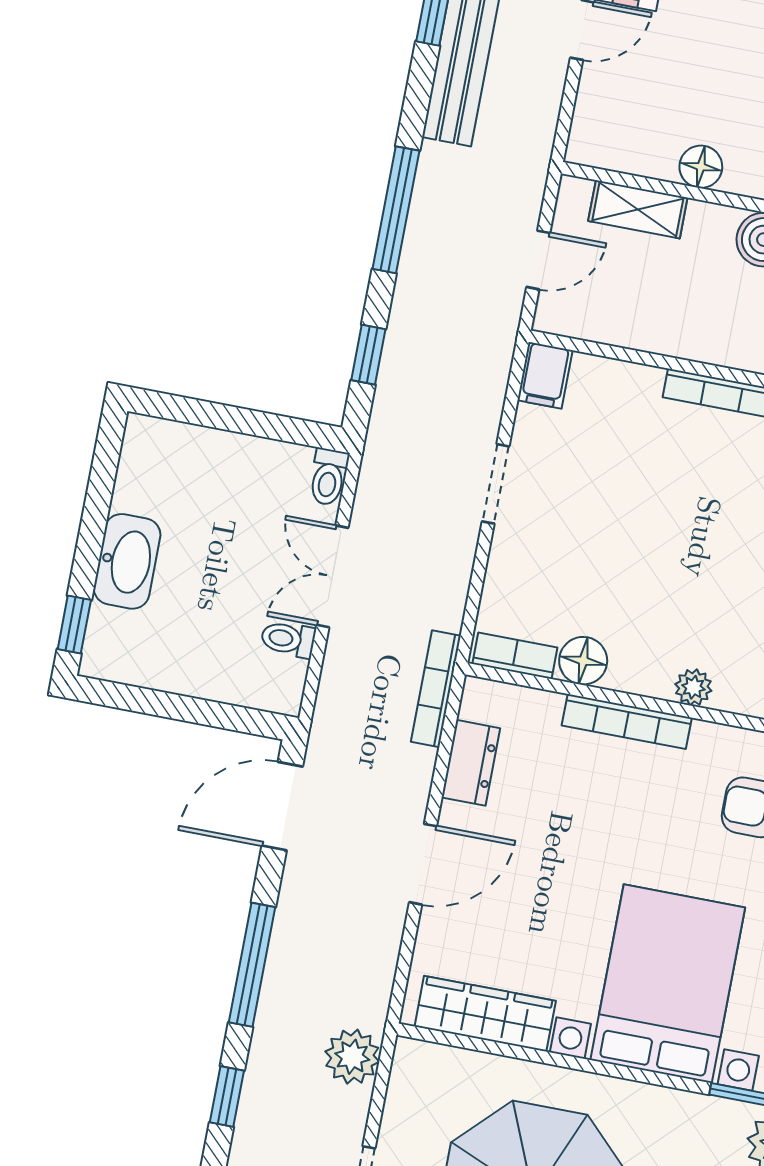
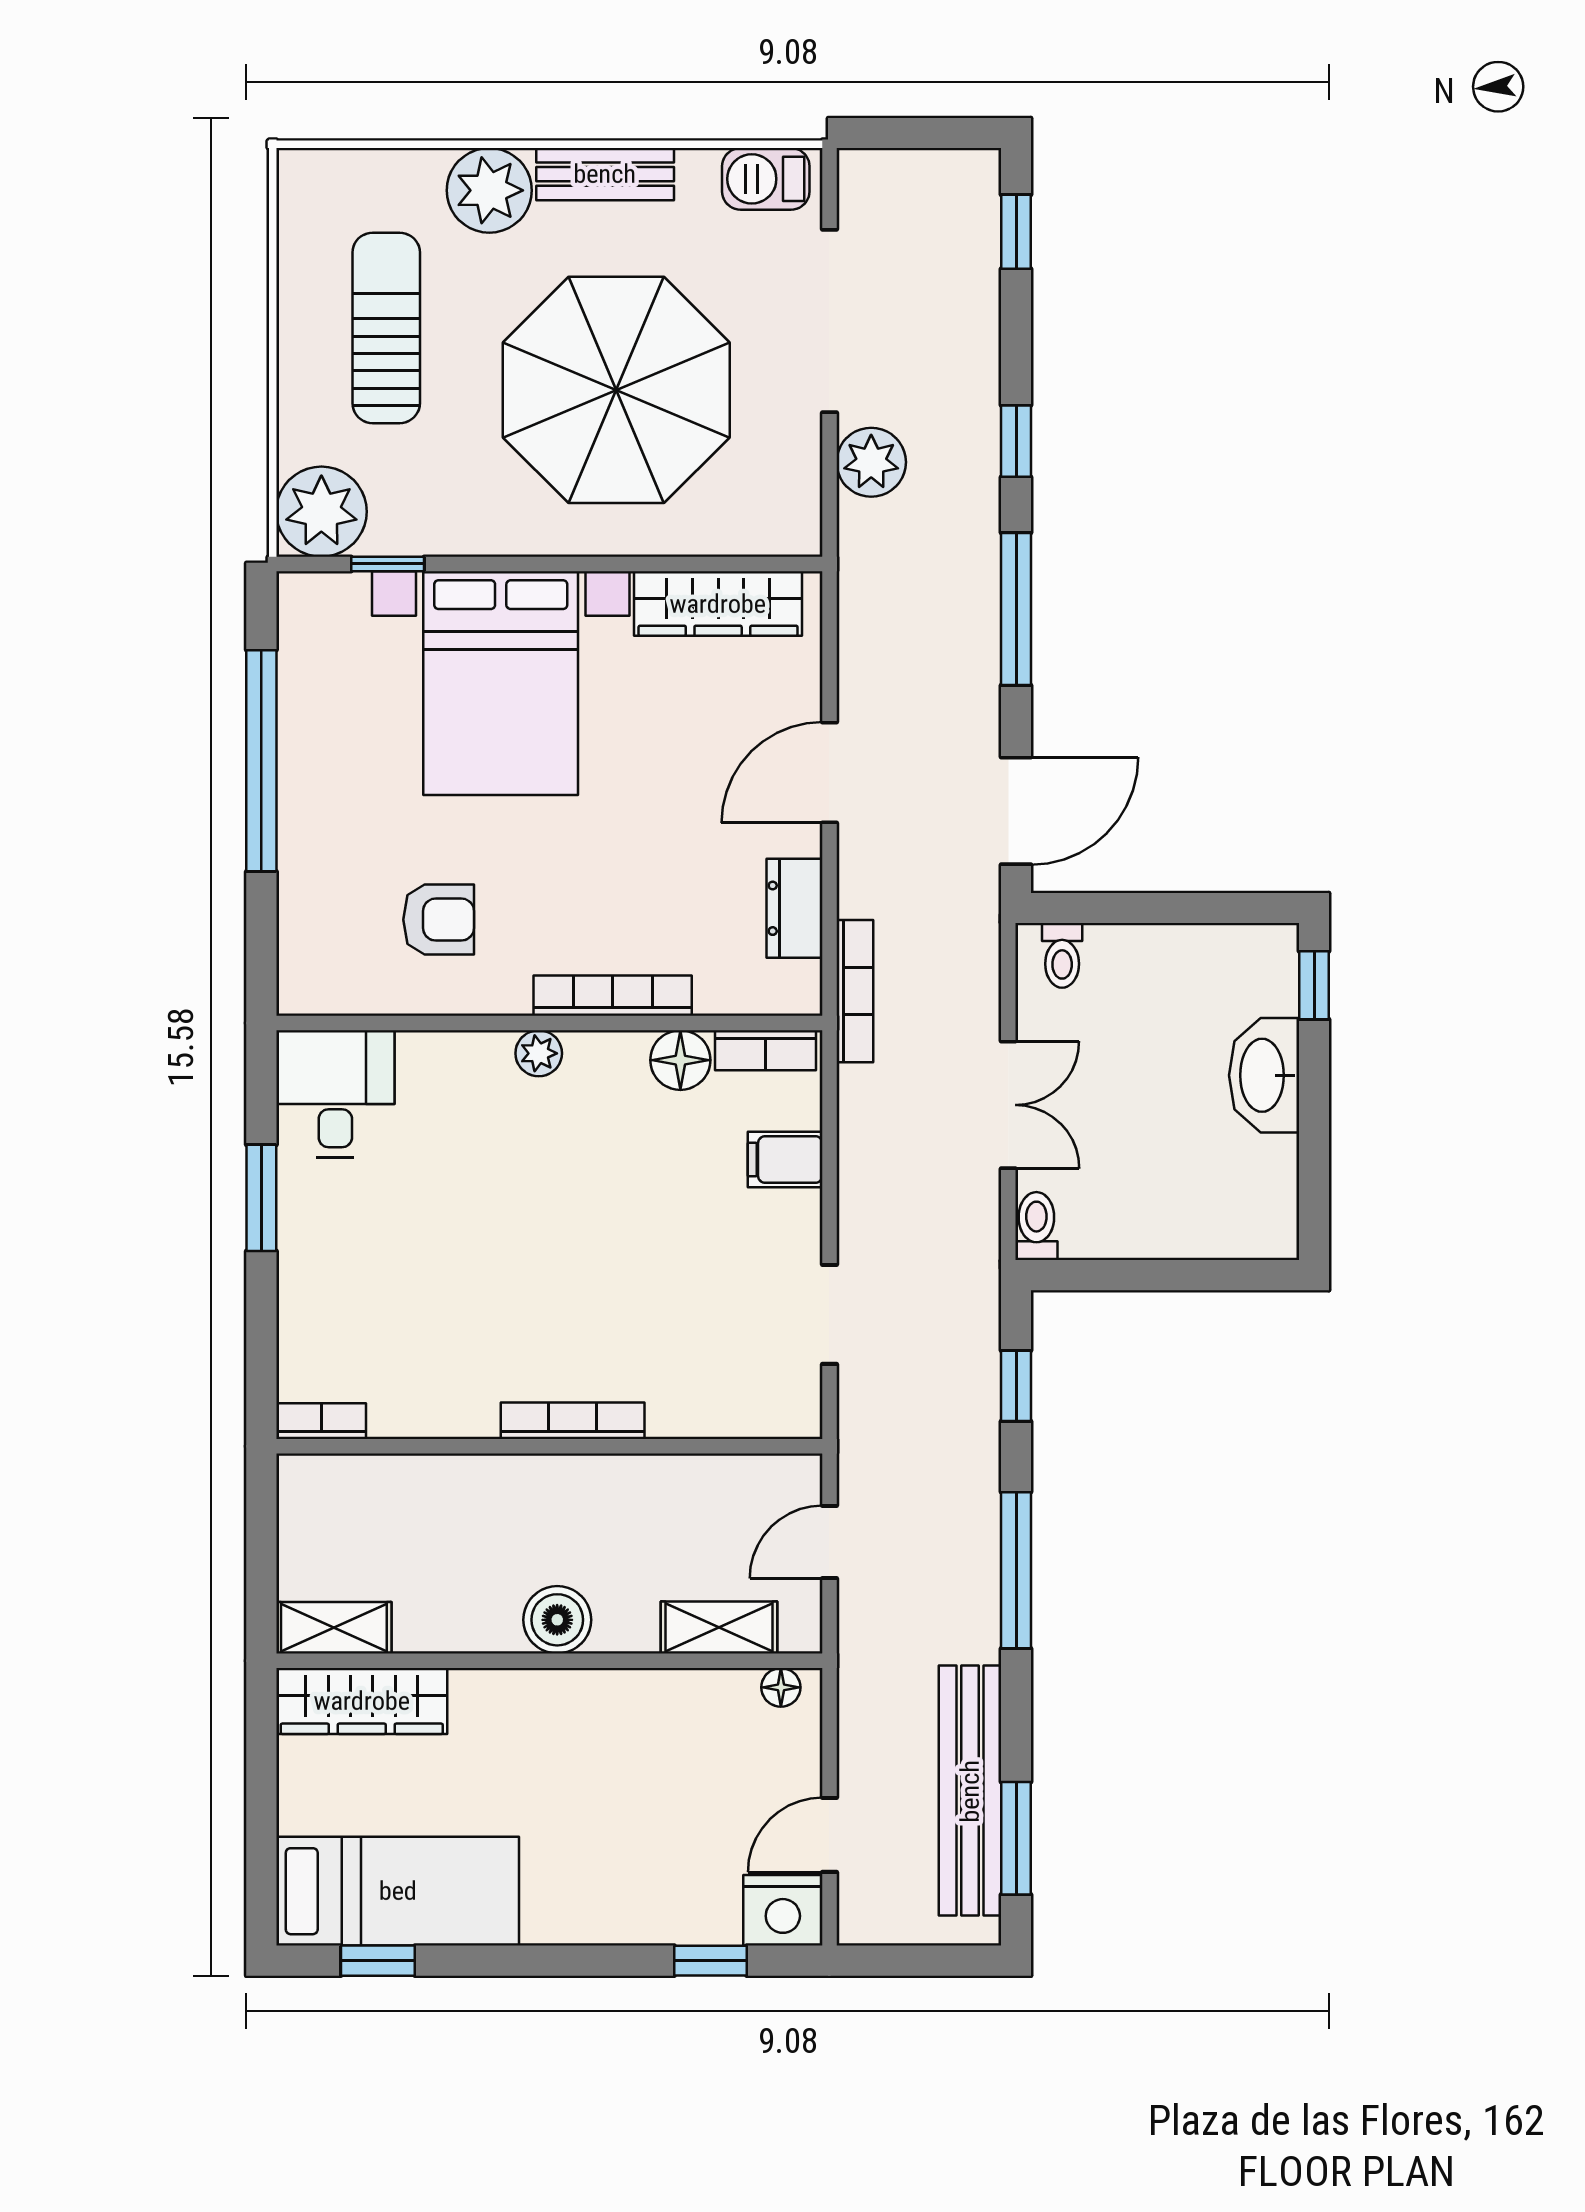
floor lamp: (701, 167) -> (781, 1687), moved, width x0.73, depth x0.73
filing cabinet: (545, 375) -> (785, 1160), moved, turned -90
doorway: (496, 484) -> (829, 1314), moved
toilet: (288, 639) -> (1062, 955), moved, turned 90
plant: (352, 1057) -> (871, 462), moved

